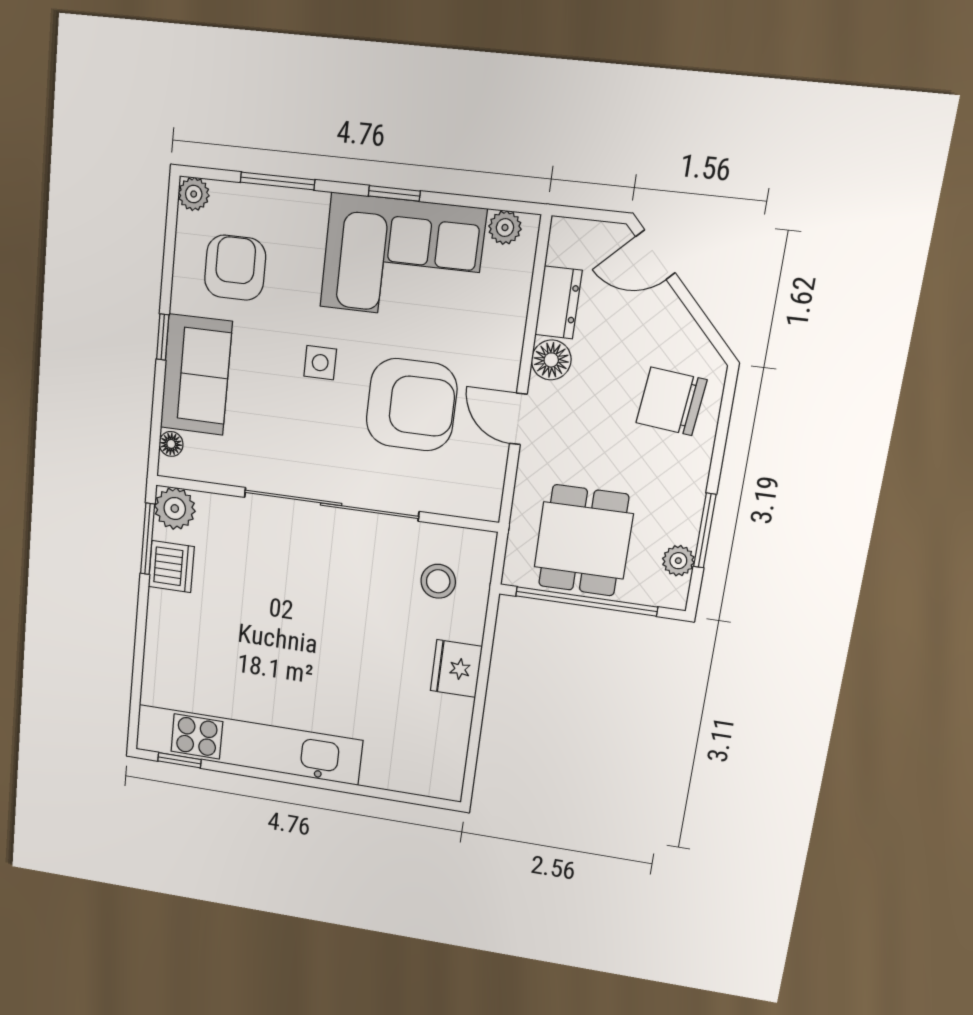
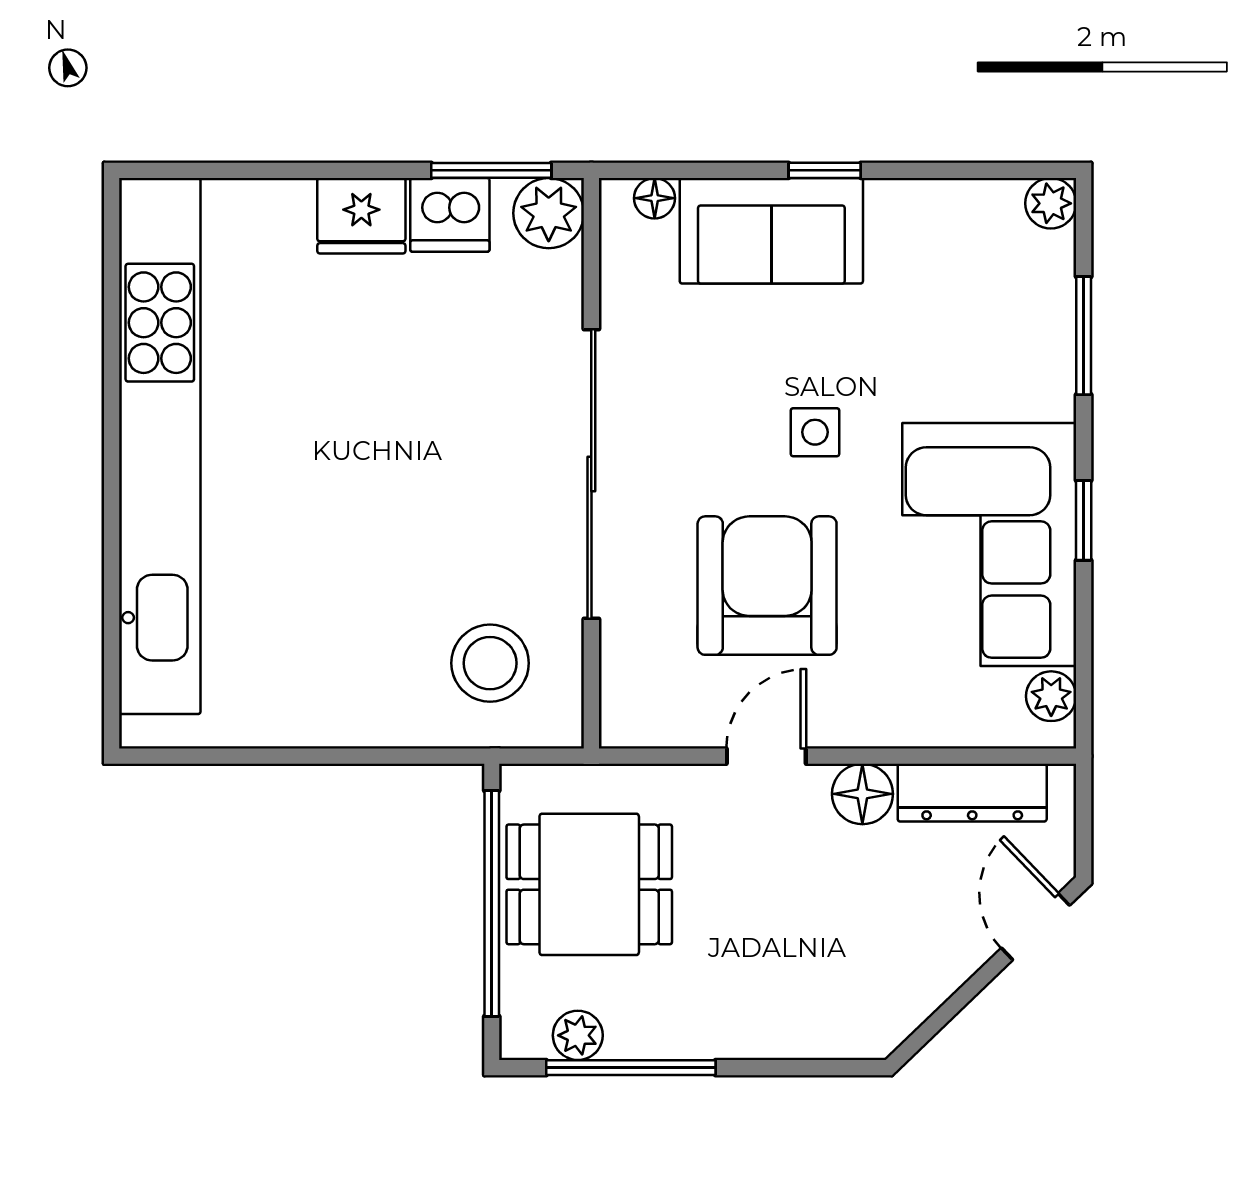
armchair: (235, 268) -> (946, 280), removed
dresser: (558, 303) -> (972, 793), width x1.44
chair: (671, 401) -> (822, 985), removed
armchair: (411, 405) -> (767, 586), turned 180
window: (705, 531) -> (631, 1068), width x1.44
stool: (438, 581) -> (490, 663), width x1.38, depth x1.38
fridge: (456, 668) -> (361, 216), moved, turned 180
kitchen unit: (248, 745) -> (160, 446), width x1.36
window: (179, 760) -> (112, 257), removed

